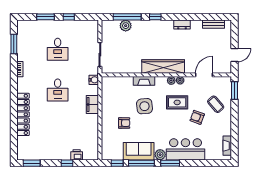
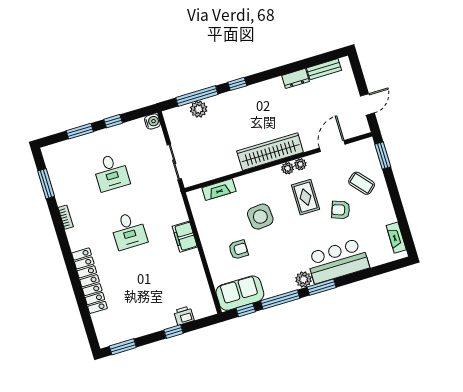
dresser: (182, 25) -> (296, 78), moved
water cooler: (94, 80) -> (152, 121), moved
fireplace: (144, 81) -> (219, 189), moved
rug: (177, 102) -> (306, 197), turned 90
sofa: (139, 151) -> (240, 293), moved

